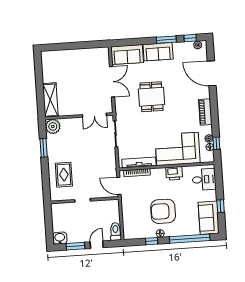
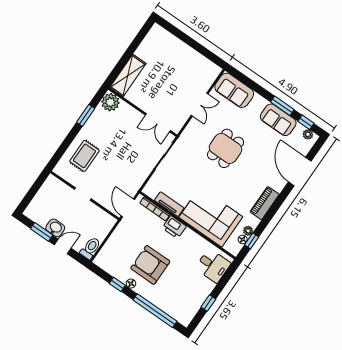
sofa: (158, 52) -> (278, 120), moved
double door: (112, 82) -> (200, 105), width x0.73
tv unit: (139, 162) -> (169, 204), width x0.71
printer: (174, 173) -> (174, 227), moved
sofa: (209, 218) -> (188, 305), removed
washbasin: (60, 238) -> (55, 228), moved

